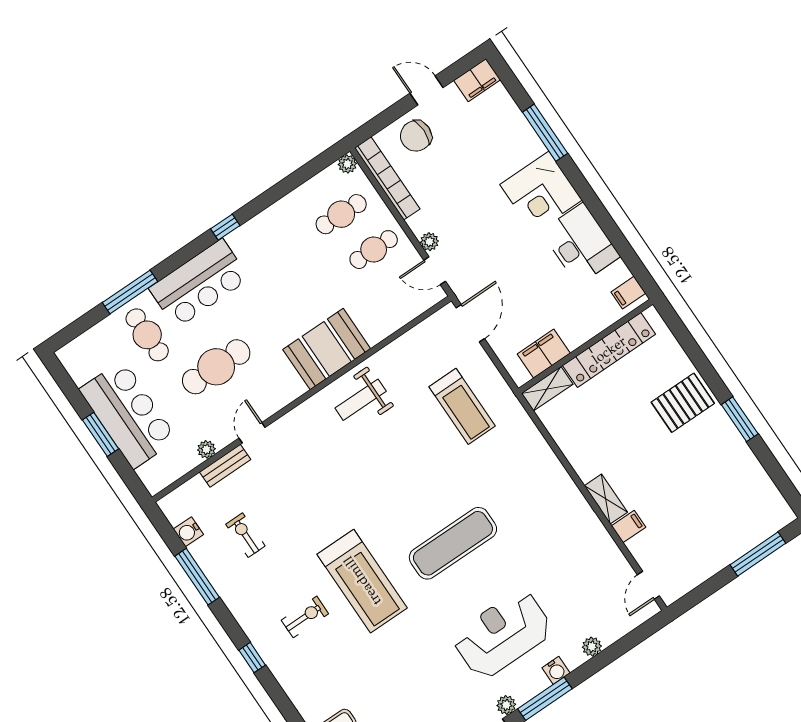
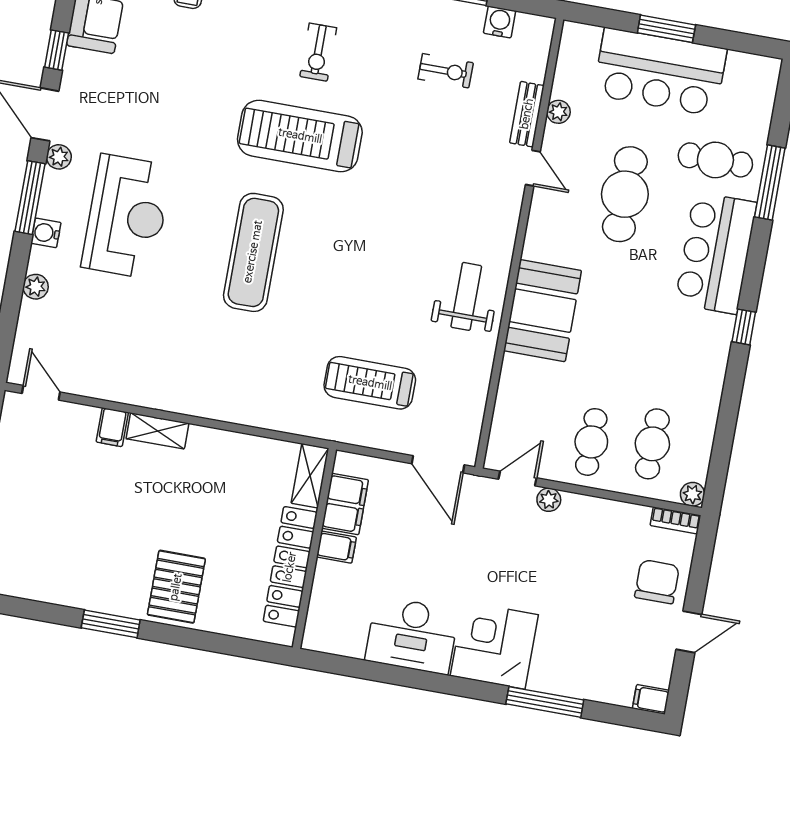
filing cabinet: (477, 80) -> (651, 699), width x0.50
bookcase: (387, 178) -> (675, 520), width x0.43, depth x0.76
filing cabinet: (628, 293) -> (336, 547), moved, turned 90

